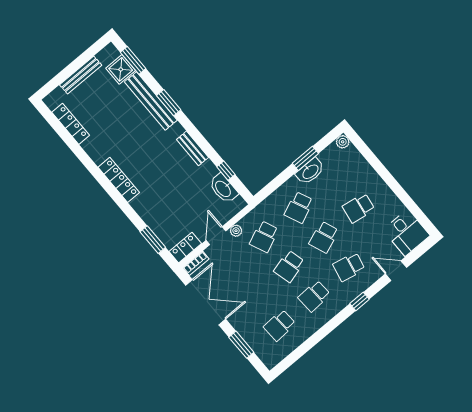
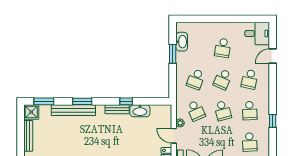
shower: (121, 69) -> (31, 112), moved
plant: (343, 142) -> (181, 27), removed
window: (226, 171) -> (126, 101), moved
washbasin: (310, 171) -> (182, 42), moved
washbasin: (223, 189) -> (140, 111), moved
school desk: (299, 207) -> (196, 79), turned 45
school desk: (324, 237) -> (223, 79), turned 45
window: (359, 301) -> (273, 121), moved

